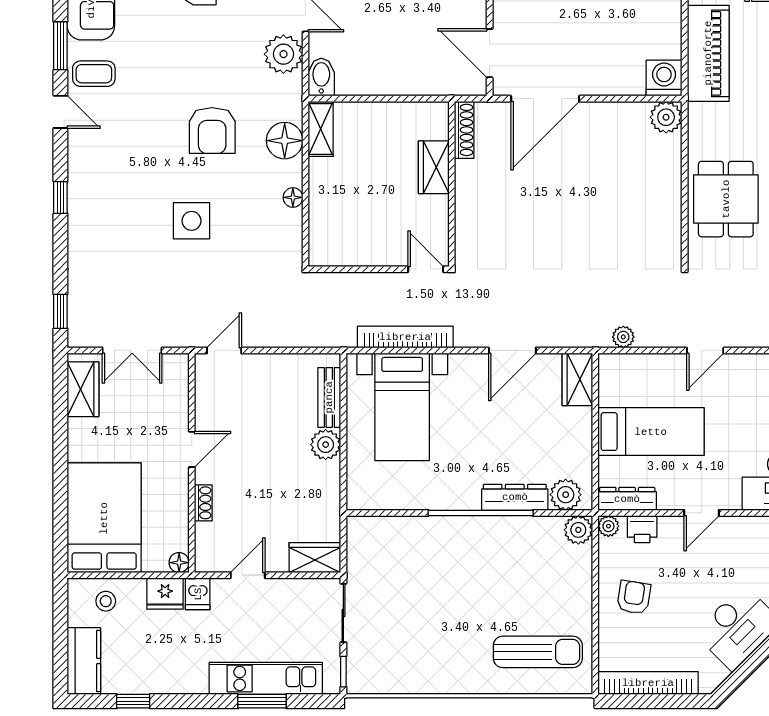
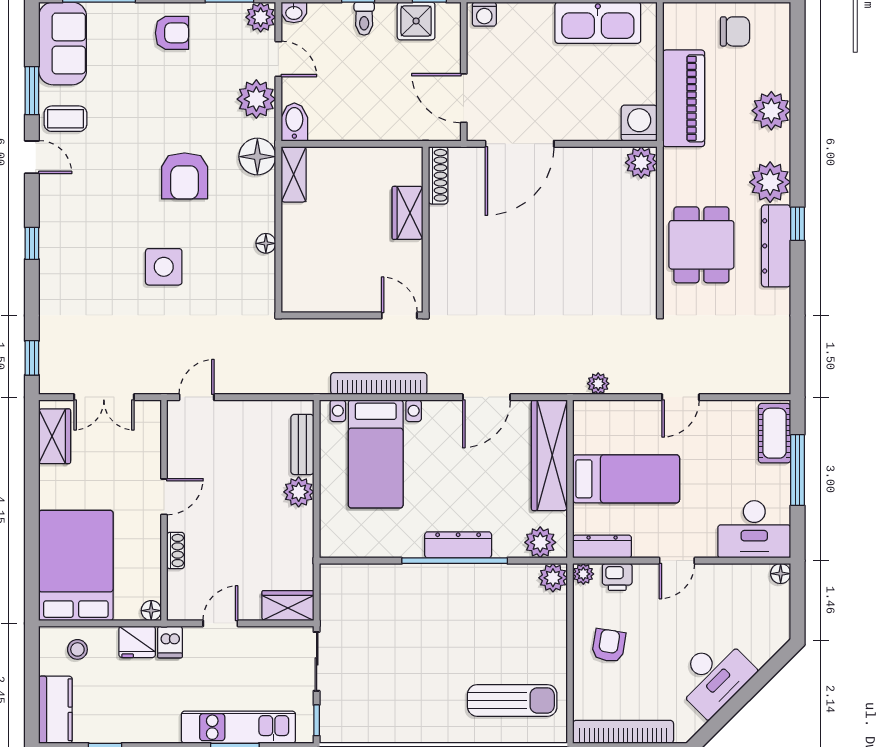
floor lamp: (285, 141) -> (257, 157), moved
wardrobe: (577, 379) -> (549, 455), width x2.10, depth x1.17
dresser: (515, 497) -> (458, 545), moved

